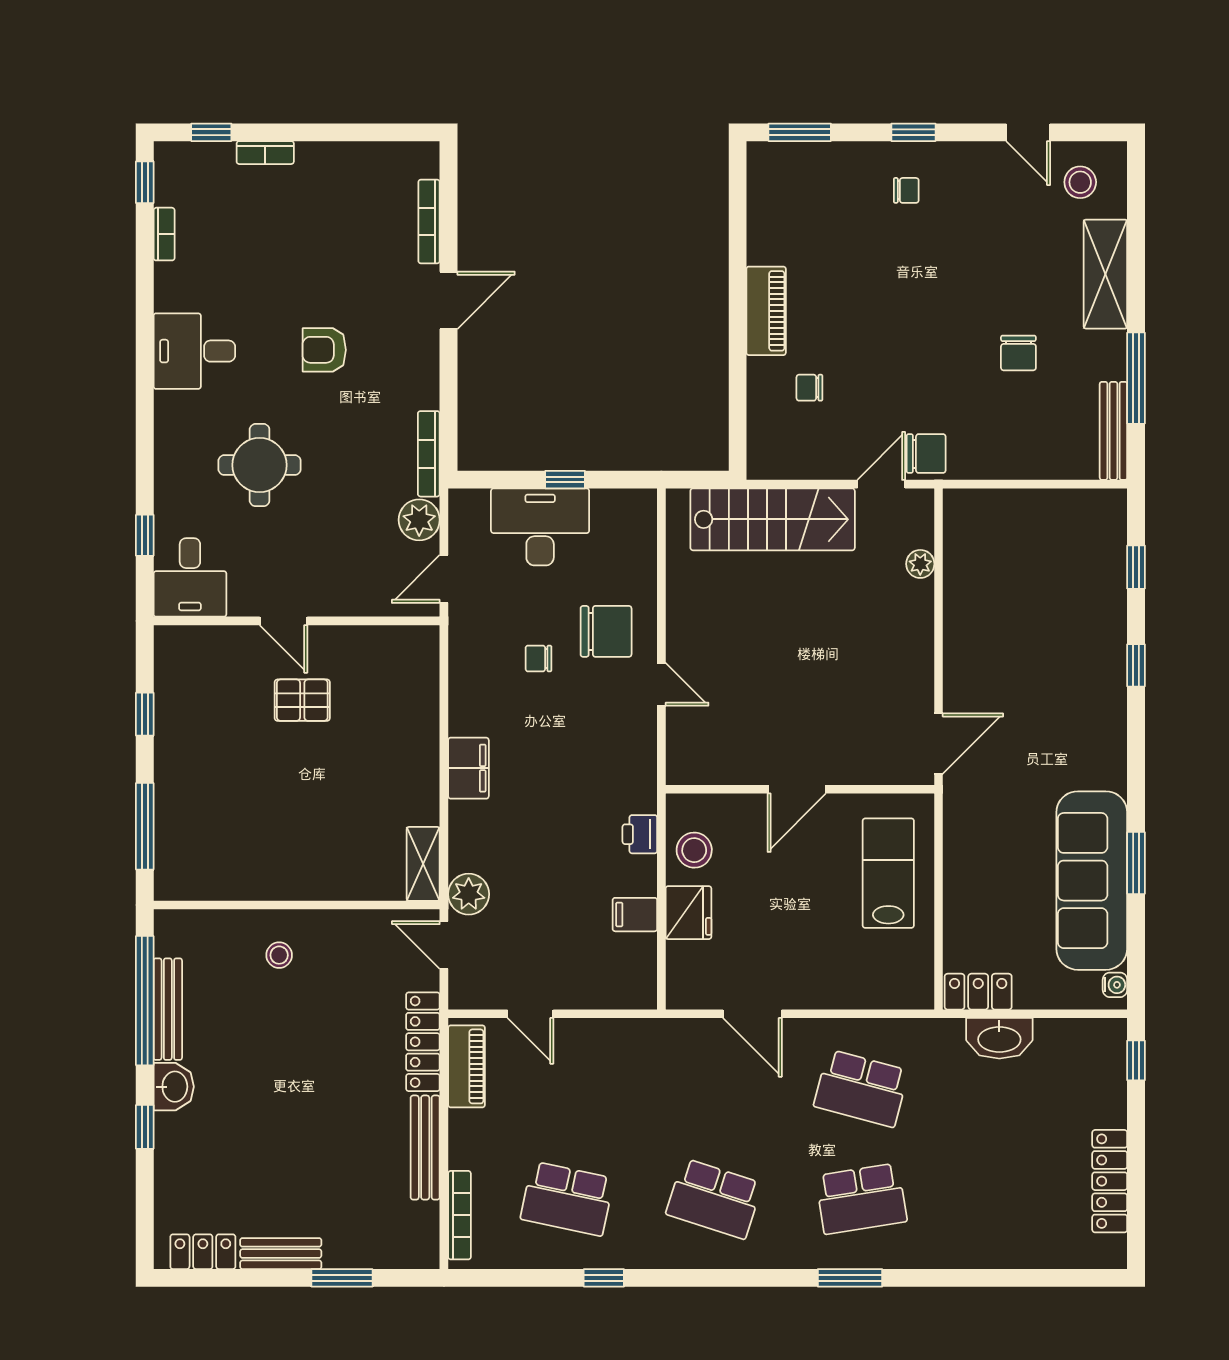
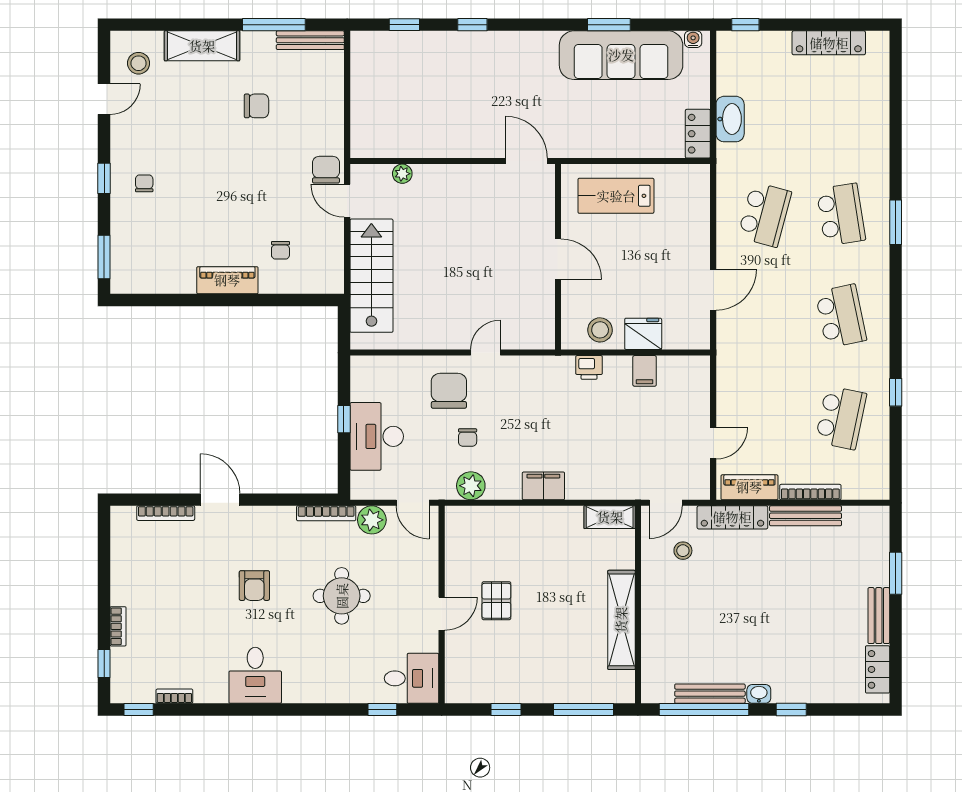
round table: (260, 465) -> (342, 596), moved
shelving: (275, 881) -> (621, 620), added
plant: (469, 894) -> (471, 486), moved
stool: (279, 955) -> (683, 551), moved
washbasin: (174, 1087) -> (759, 694), width x0.72, depth x0.69
school desk: (714, 1199) -> (841, 316), turned -30
bookcase: (459, 1215) -> (810, 492), moved

